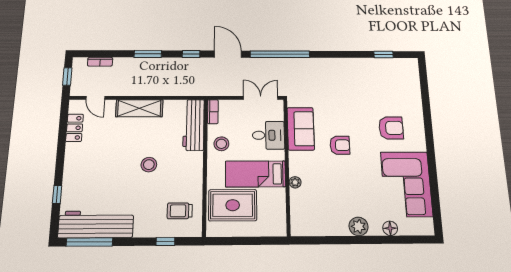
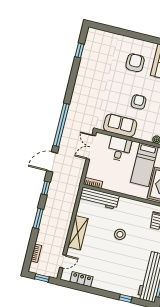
stool: (221, 144) -> (117, 182), removed

